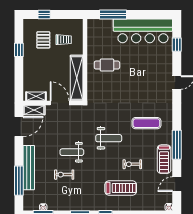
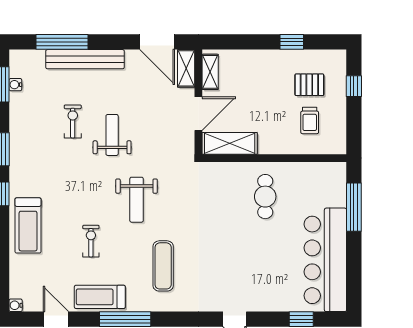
shelving: (77, 78) -> (230, 143), width x0.68
treadmill: (121, 188) -> (28, 225), moved

